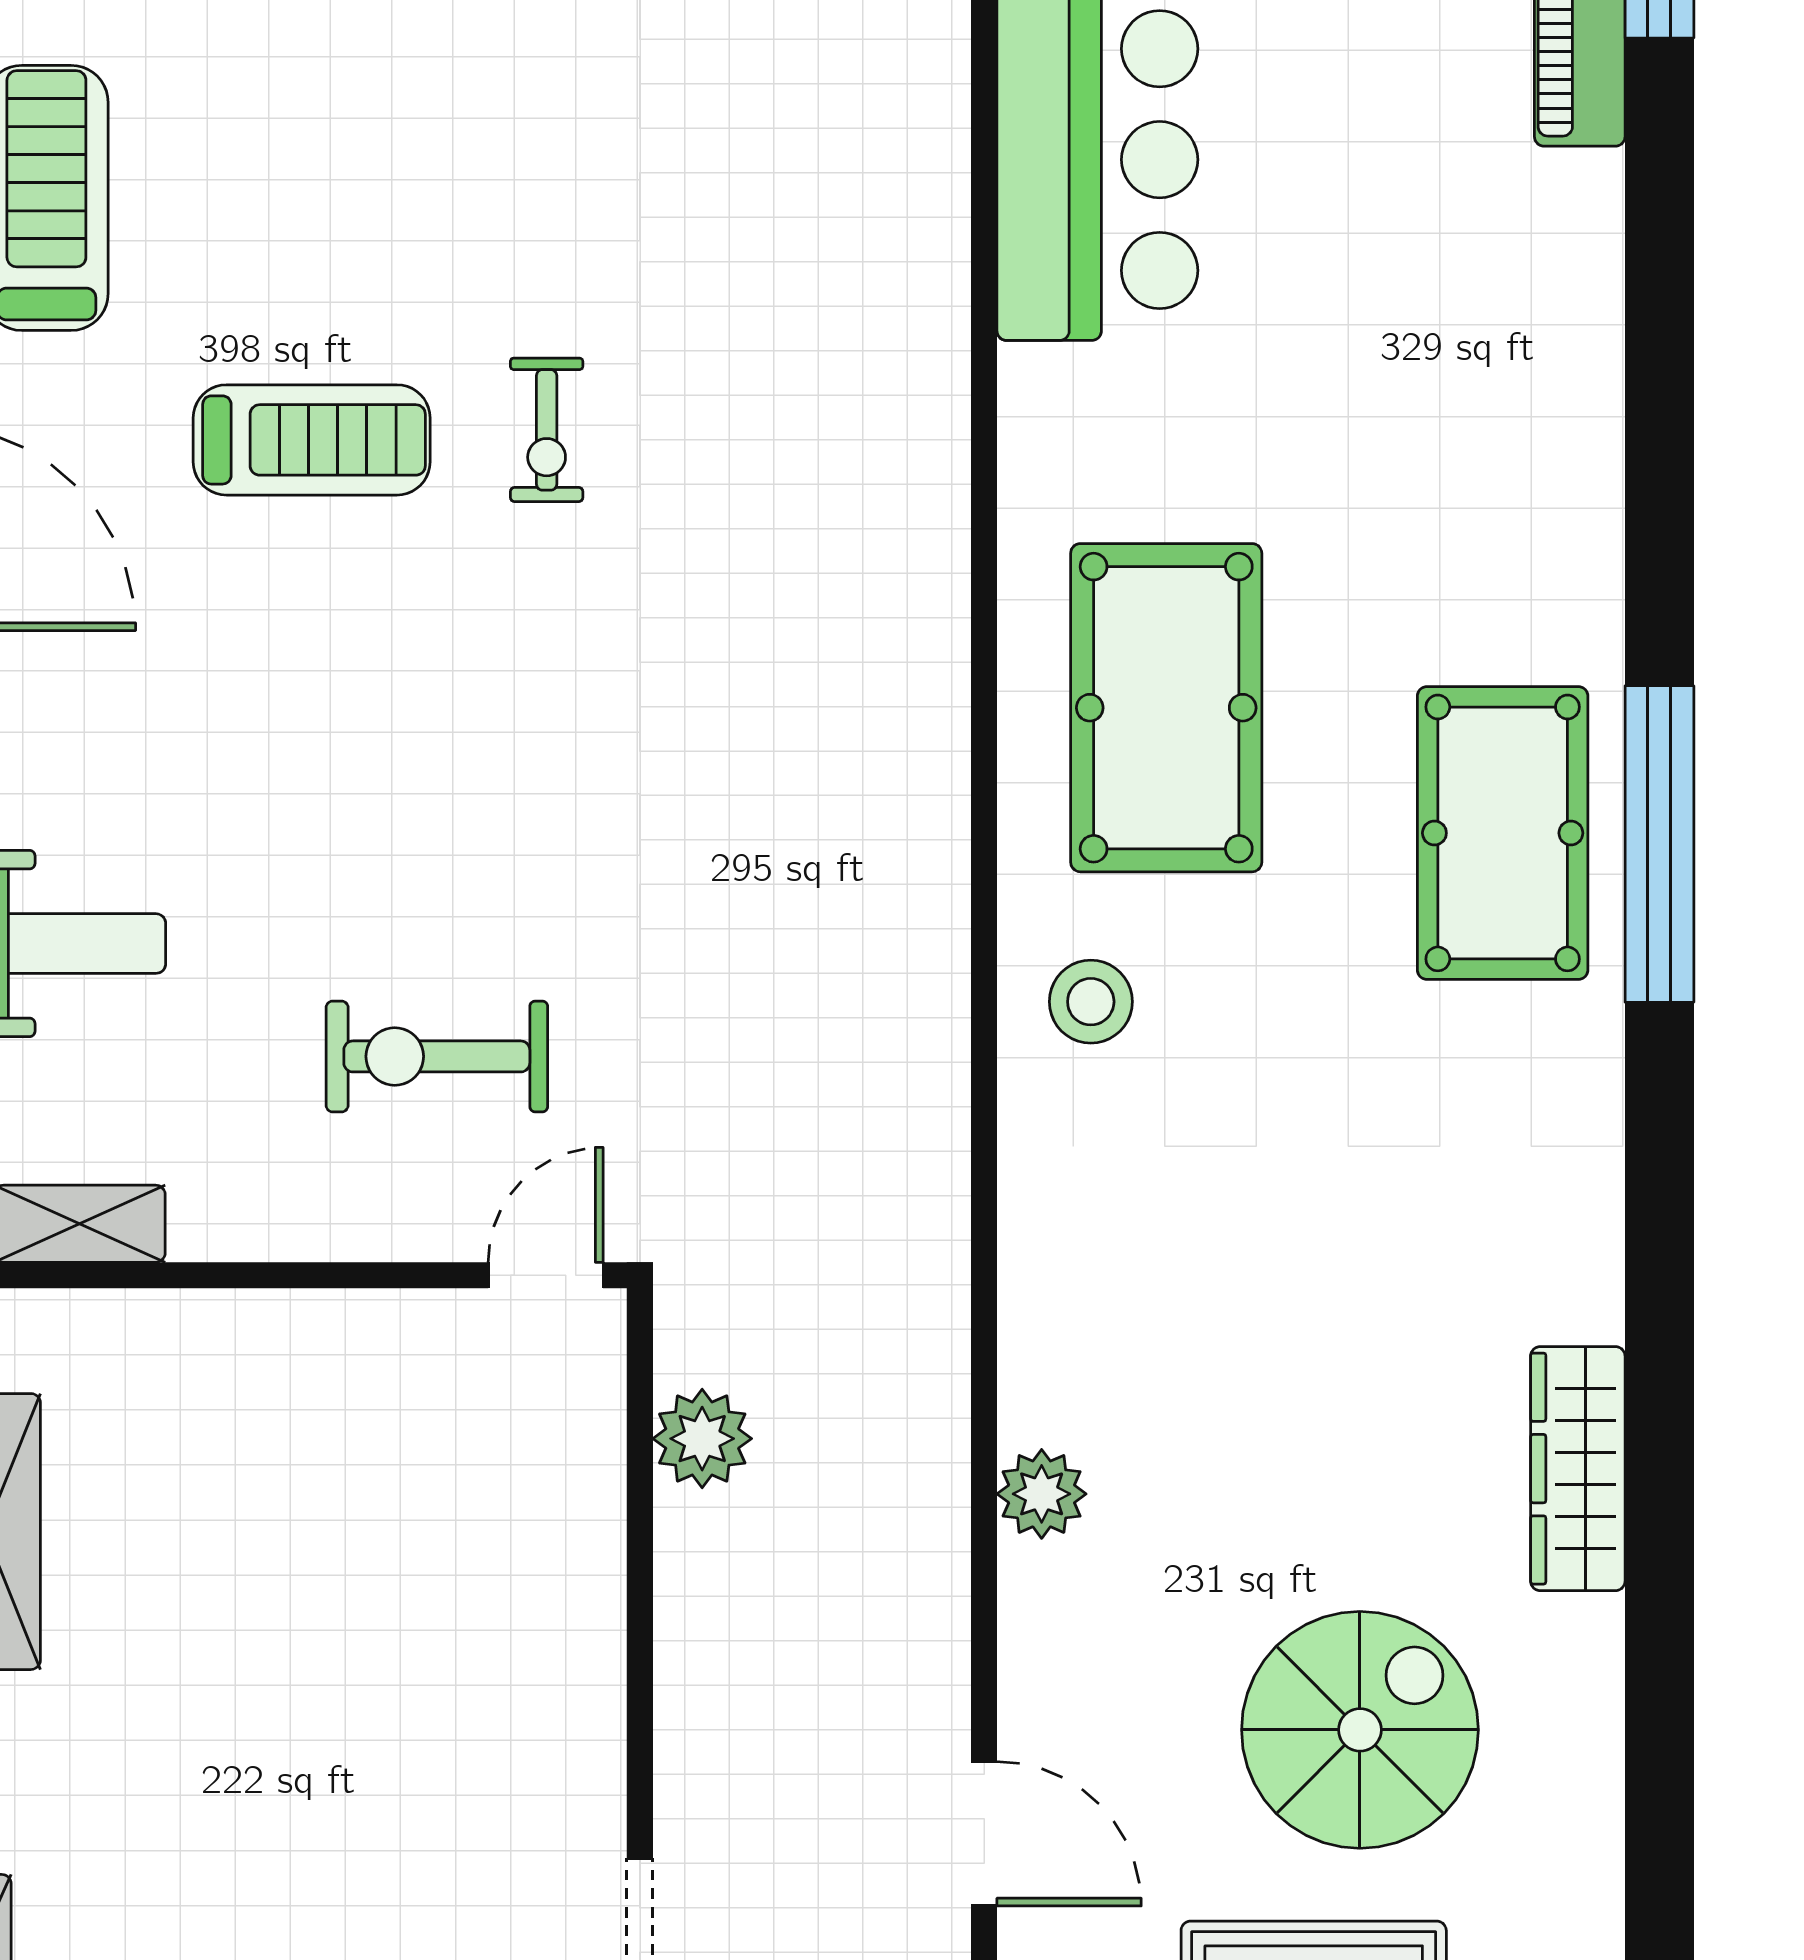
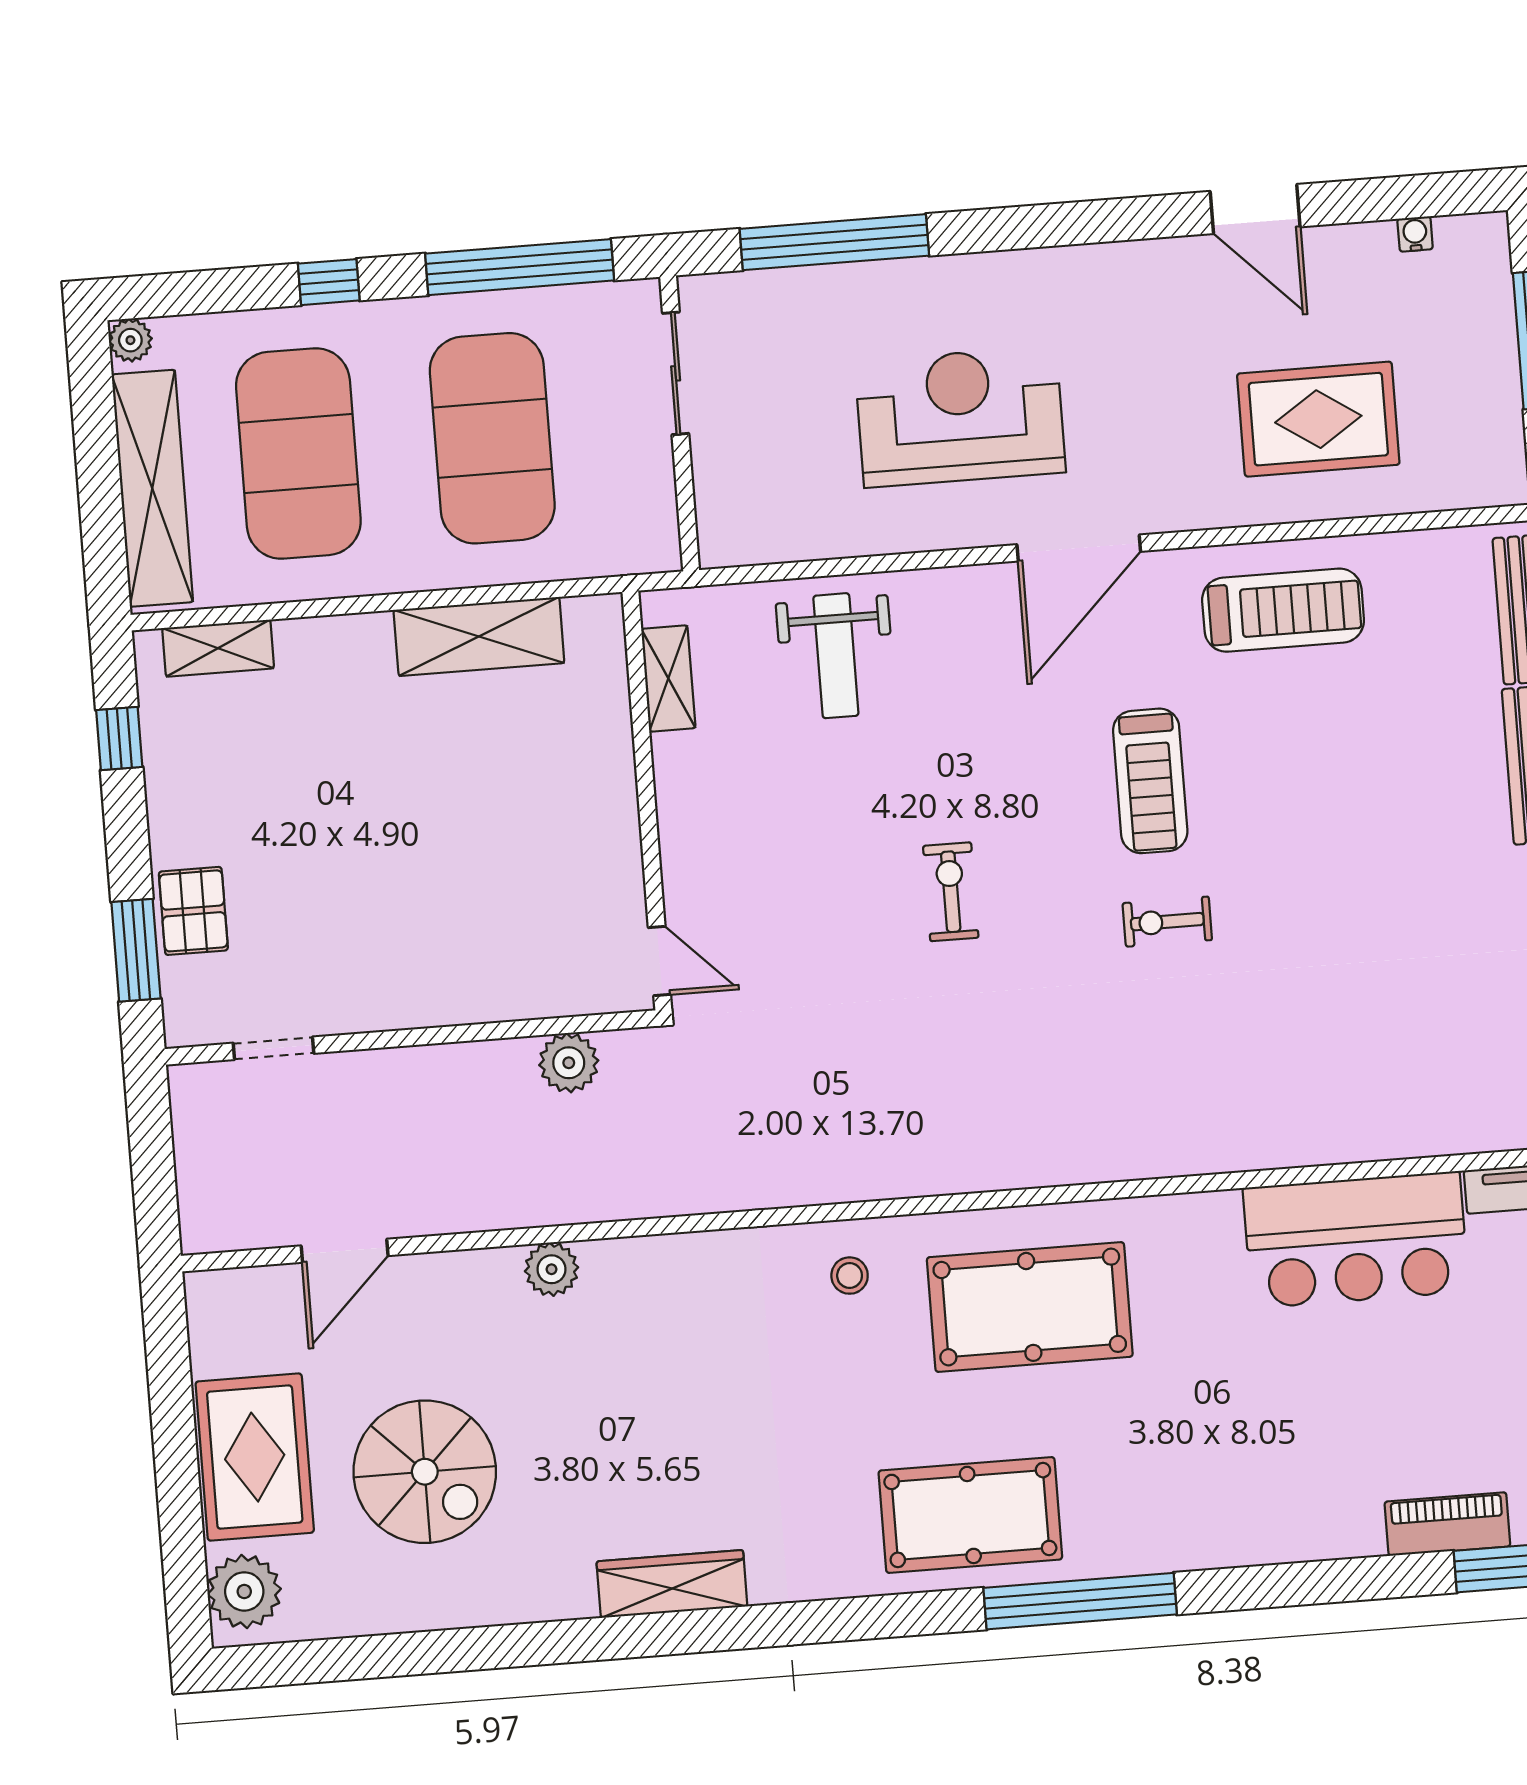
window: (1659, 844) -> (1080, 1601), moved
stool: (1091, 1002) -> (850, 1276), width x0.73, depth x0.73
exercise bike: (437, 1056) -> (951, 892), moved, width x0.73, depth x0.72
wardrobe: (1578, 1469) -> (672, 1584), moved

